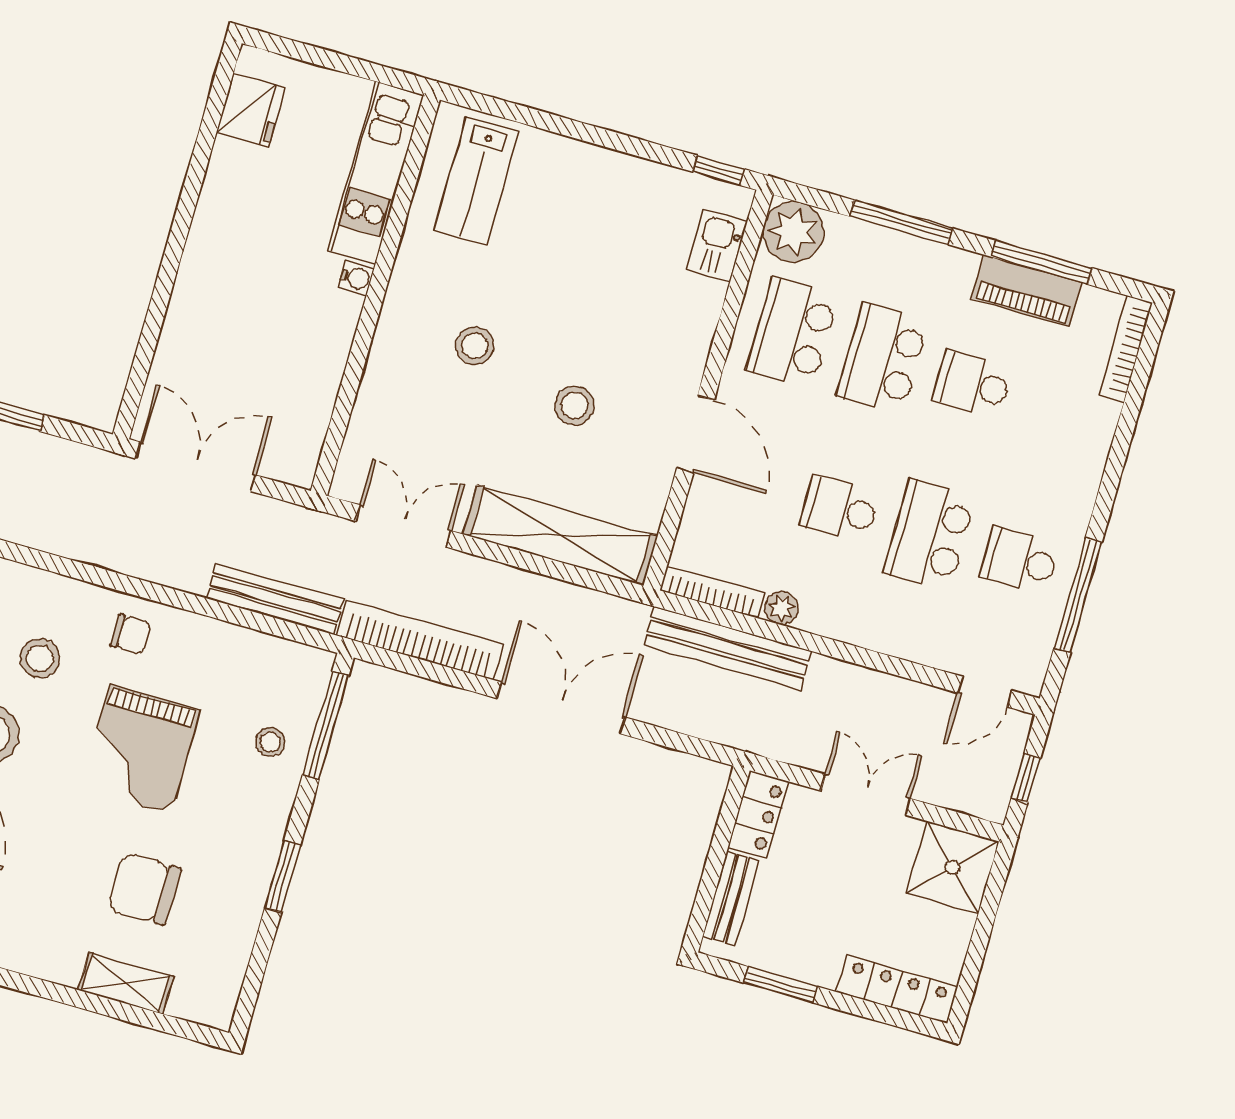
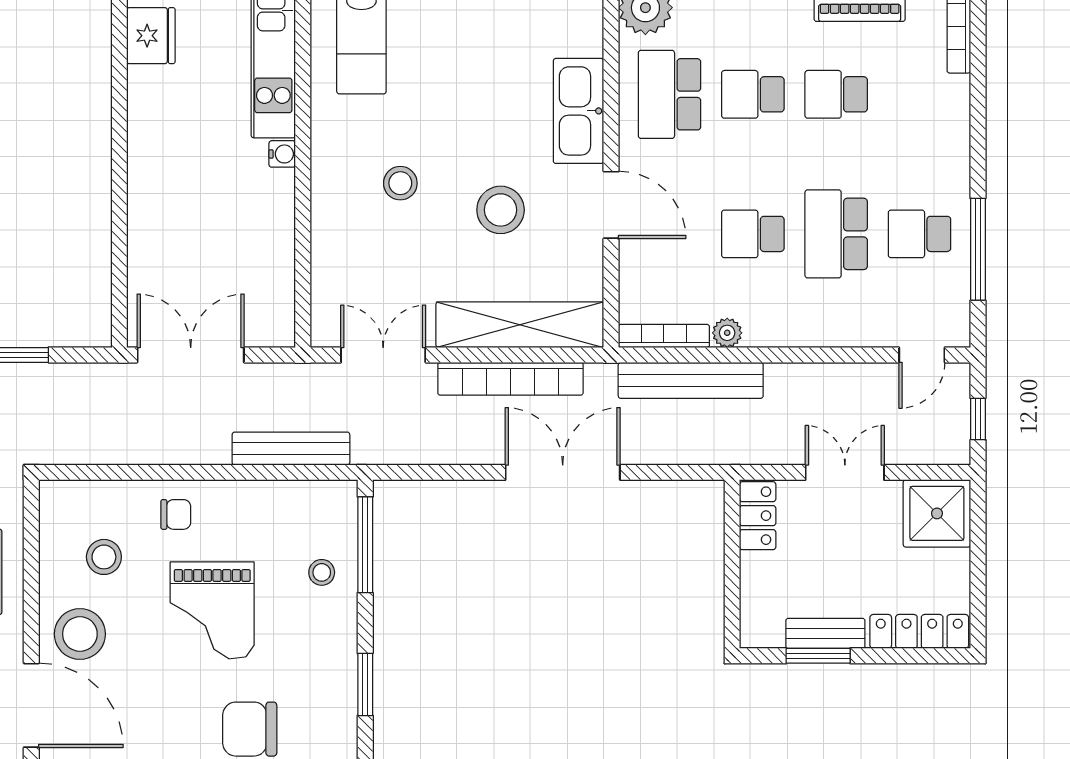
kitchen sink: (717, 245) -> (579, 111), moved, width x1.88, depth x1.24
school desk: (883, 358) -> (753, 94), width x0.54
stool: (575, 406) -> (501, 210), width x1.38, depth x1.38
bookcase: (420, 640) -> (510, 379), moved, turned 180
bench: (731, 898) -> (825, 633), moved, turned 90

